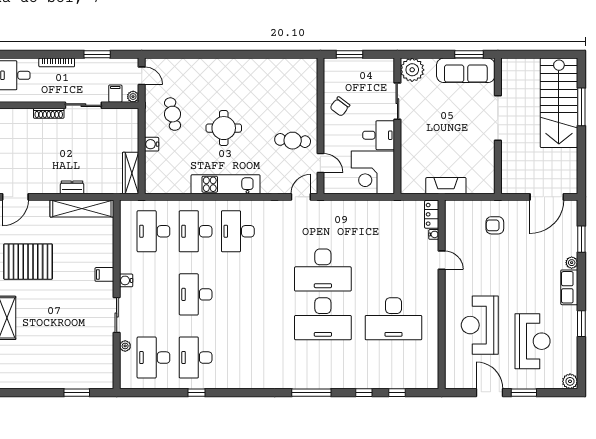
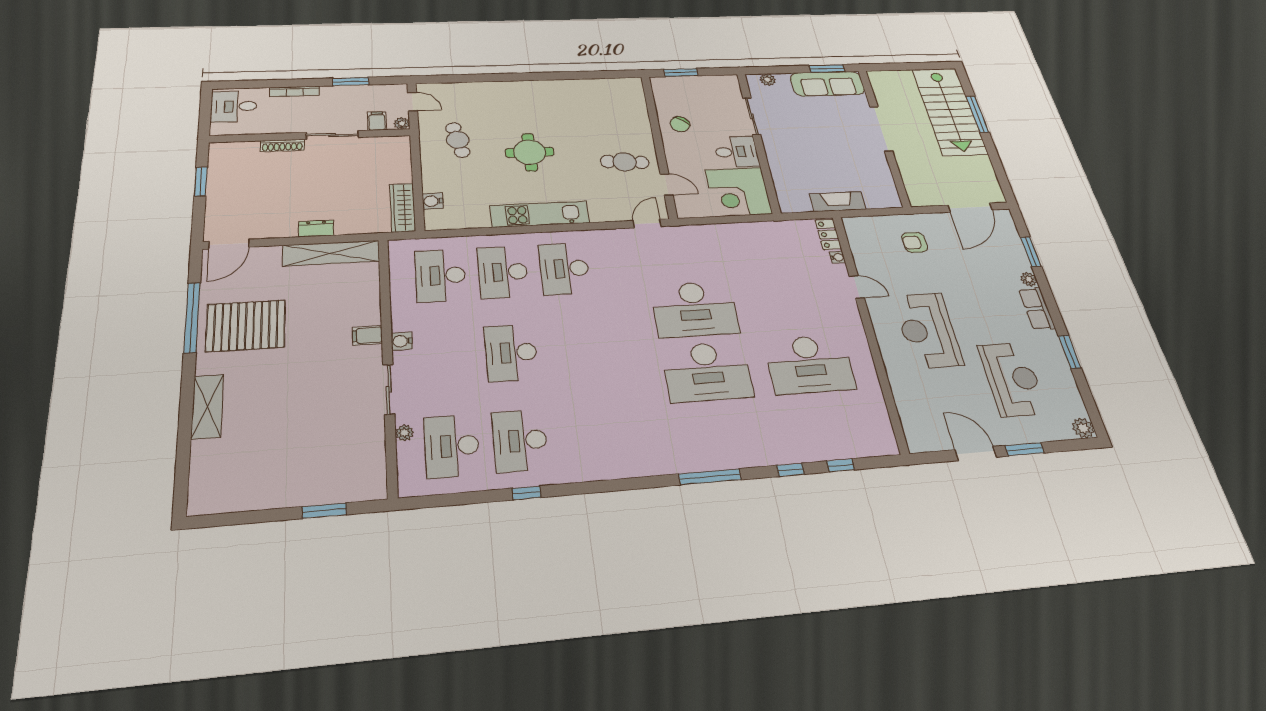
plant: (412, 70) -> (768, 80), width x0.53, depth x0.53
water cooler: (152, 144) -> (433, 201), moved
reception desk: (480, 325) -> (928, 330), moved

